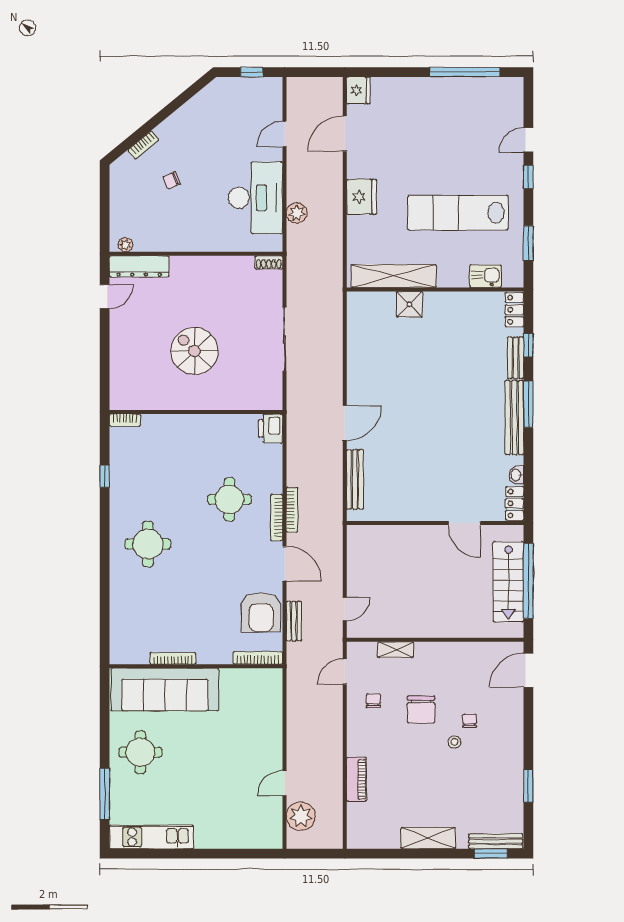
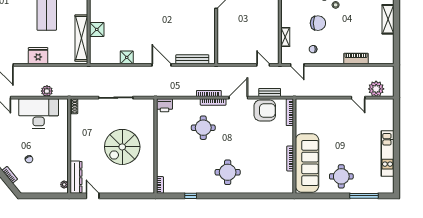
spiral stairs: (194, 351) -> (122, 147), width x1.37, depth x1.37
shower: (358, 359) -> (127, 57), added
kitchen unit: (151, 837) -> (388, 154), moved

